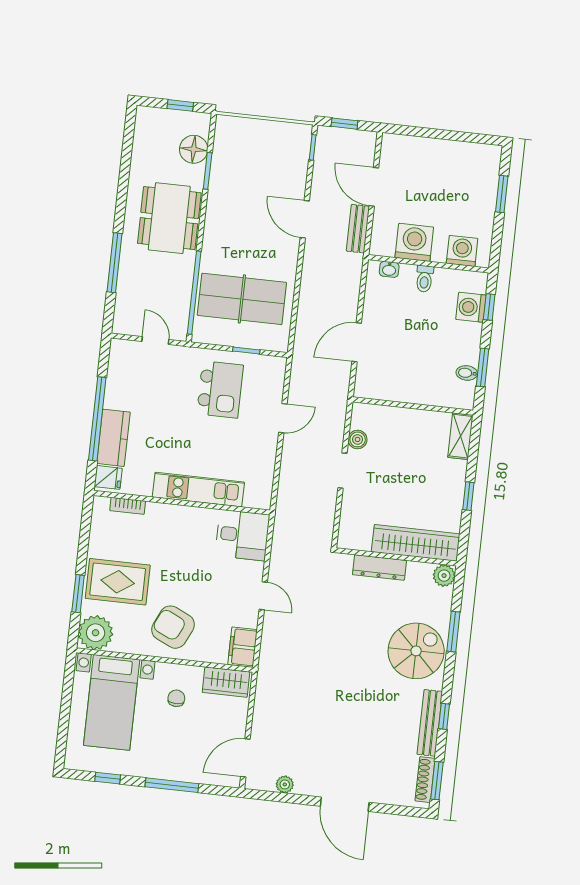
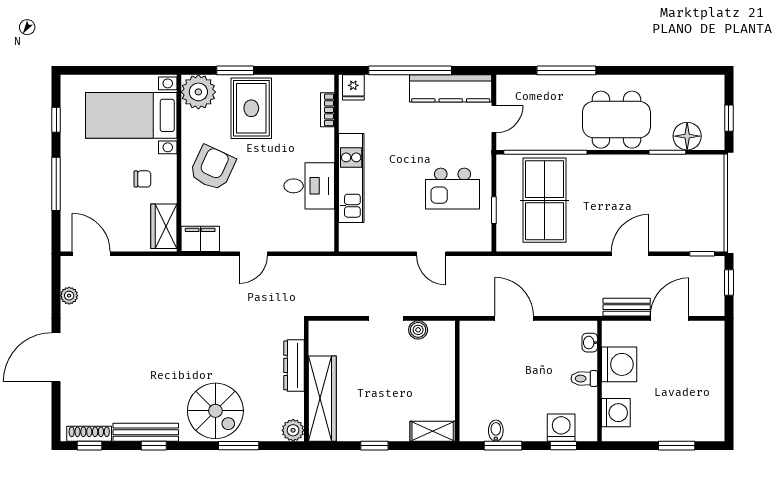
kitchen counter: (113, 438) -> (451, 88), moved, width x1.50
desk: (242, 535) -> (309, 186), moved, turned -90
window: (437, 781) -> (89, 446), width x0.67

